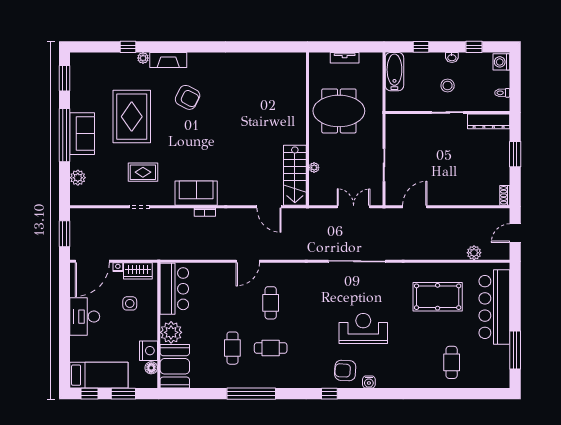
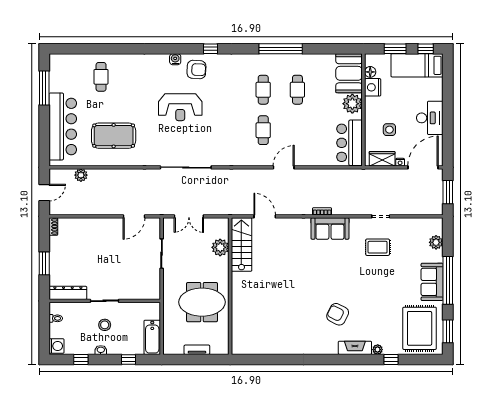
rug: (132, 117) -> (420, 328), moved
plant: (314, 168) -> (220, 247), width x1.87, depth x1.87
cafe table: (271, 348) -> (263, 90), turned 90

